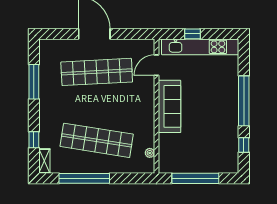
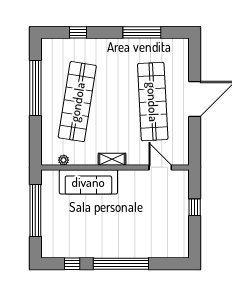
kitchen unit: (200, 47) -> (180, 216), removed
sofa: (169, 106) -> (88, 182), moved
shelving: (44, 161) -> (112, 159), moved

